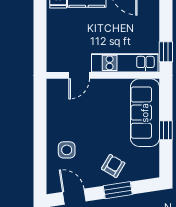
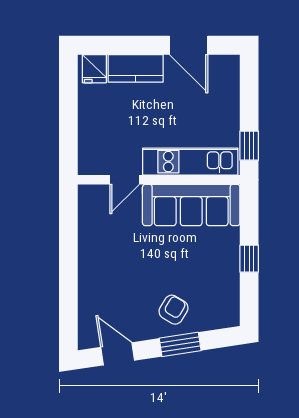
sofa: (145, 113) -> (191, 205), moved, turned -90
side table: (67, 150) -> (107, 287), removed

